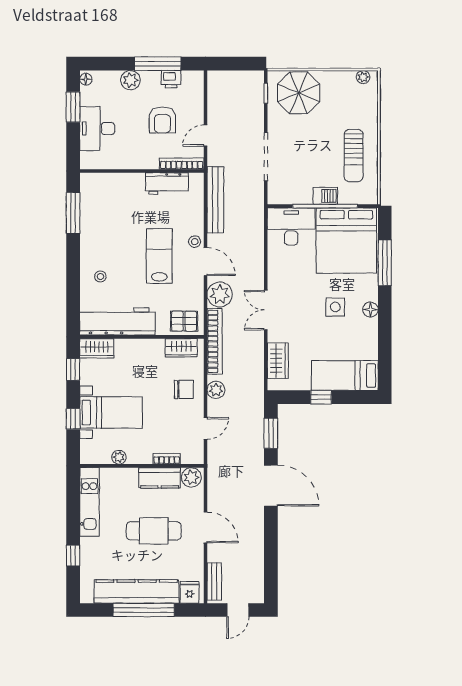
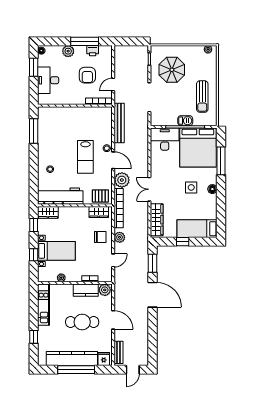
parasol: (299, 93) -> (172, 70), moved
workbench: (167, 184) -> (90, 113), removed
lab bench: (159, 256) -> (85, 157), turned 180
wardrobe: (278, 361) -> (157, 220), width x1.50

